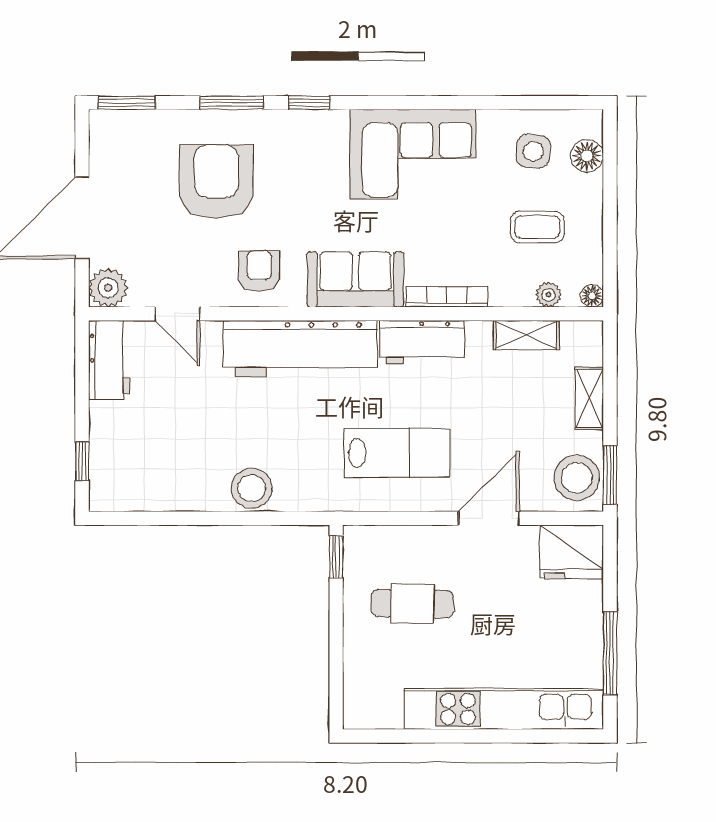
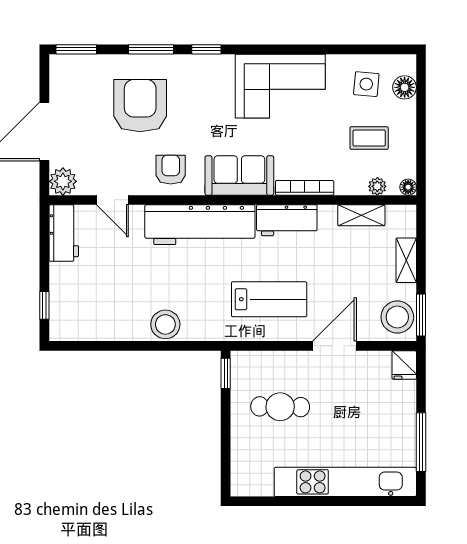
fridge: (571, 552) -> (404, 365), width x0.53, depth x0.75

